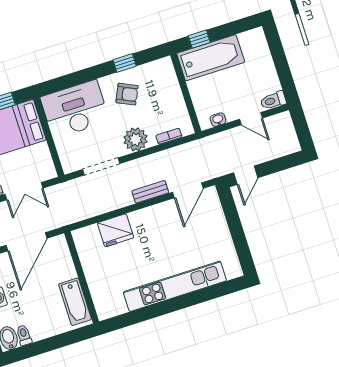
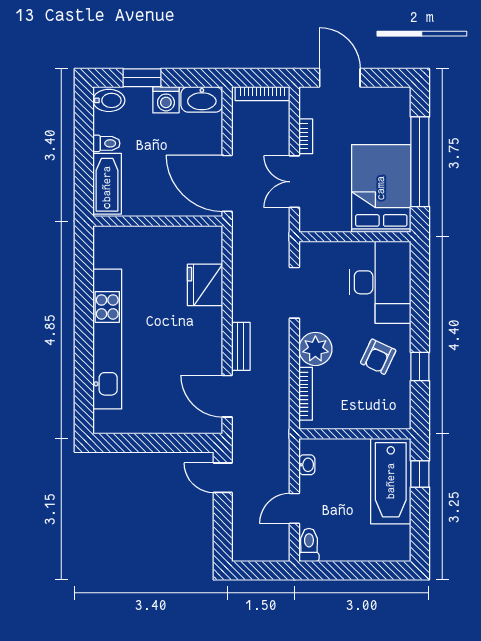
bookcase: (169, 136) -> (306, 394), width x1.56
door: (26, 242) -> (227, 183), moved
bathtub: (75, 302) -> (107, 184), moved, turned 90
toilet: (24, 335) -> (106, 143), moved

